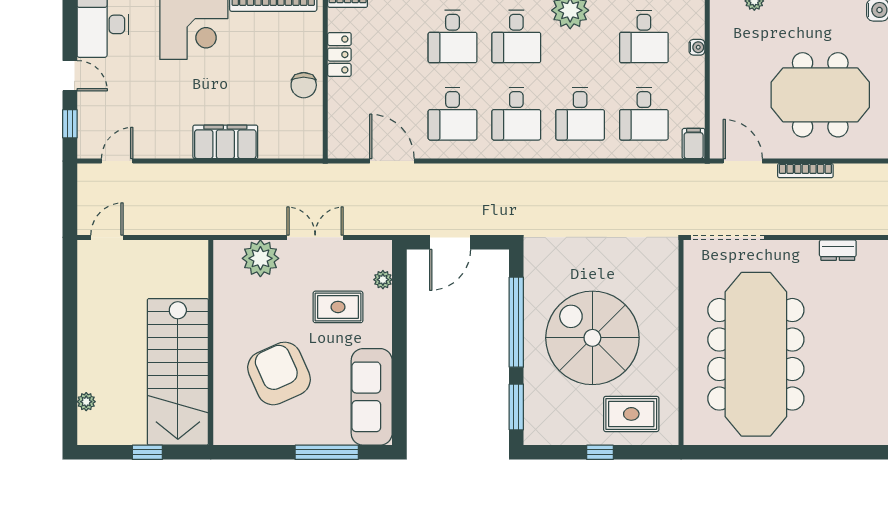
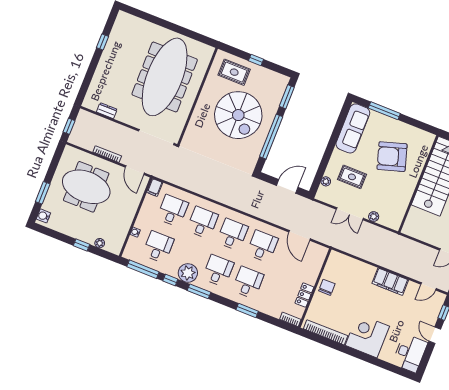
filing cabinet: (225, 142) -> (390, 282), moved
plant: (260, 258) -> (374, 217), width x0.53, depth x0.53
armchair: (279, 373) -> (392, 157), turned 97

